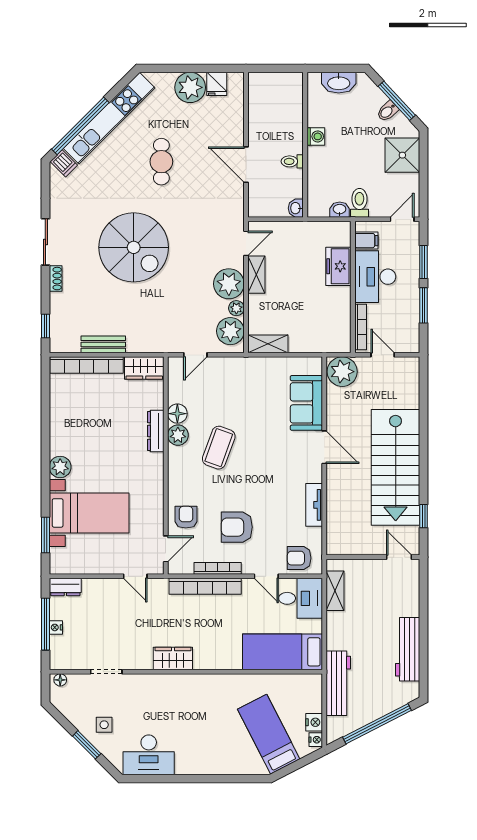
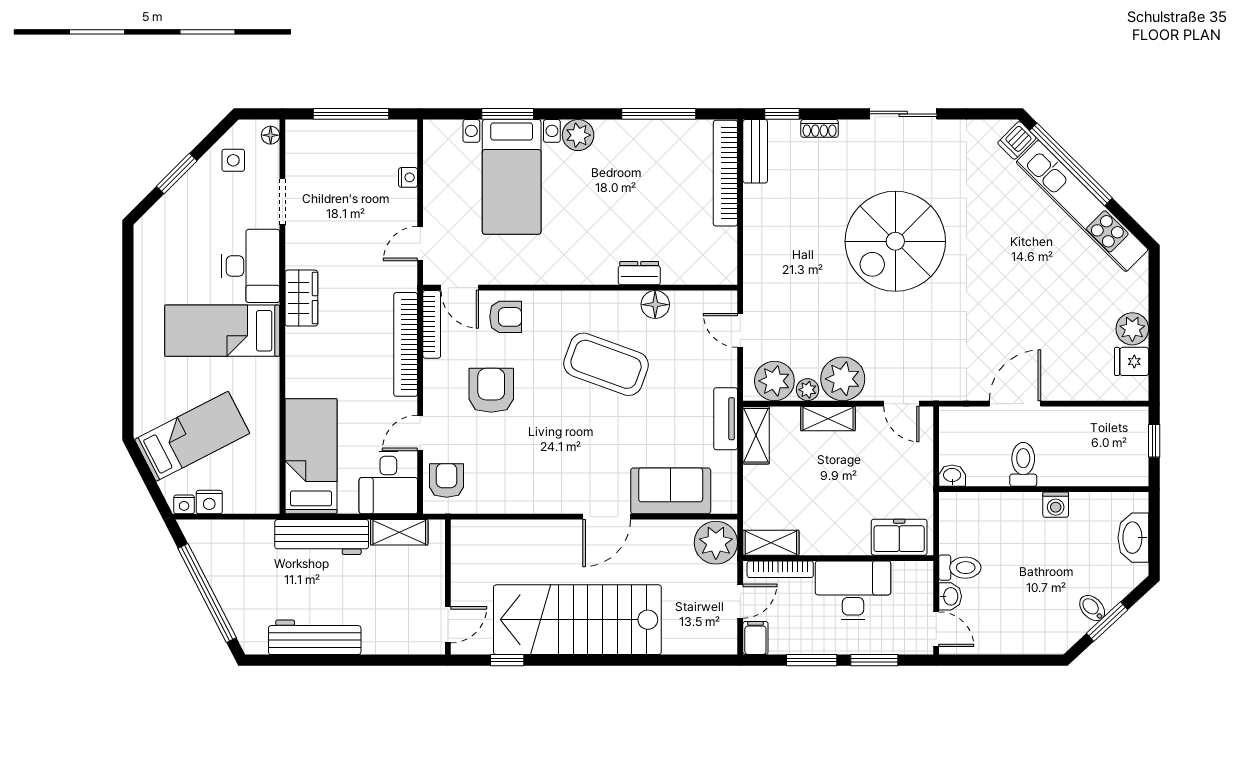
window: (272, 68) -> (1154, 441), added
plant: (190, 87) -> (1132, 329), width x0.73, depth x0.73
window: (397, 101) -> (1107, 622), width x0.69
shower: (402, 155) -> (1029, 630), removed
toilet: (292, 161) -> (1023, 464), width x1.37, depth x1.39
cafe table: (161, 162) -> (1019, 281), removed
washbasin: (340, 210) -> (950, 596), moved
filing cabinet: (366, 241) -> (755, 638), moved, turned 180
freezer: (338, 266) -> (899, 537), moved
shelving: (256, 275) -> (828, 419), moved
shoe rack: (56, 279) -> (820, 128), moved
shelving: (342, 333) -> (771, 543), added
bench: (103, 344) -> (755, 151), moved
wardrobe: (144, 368) -> (721, 257), removed
window: (45, 411) -> (659, 114), added
dresser: (156, 431) -> (639, 273), width x0.70
plant: (178, 435) -> (624, 305), removed
coffee table: (219, 448) -> (606, 364), width x1.36, depth x1.32
tv unit: (314, 505) -> (726, 419), moved, turned -90
window: (45, 535) -> (508, 114), moved
bookcase: (218, 568) -> (432, 324), moved
dresser: (65, 587) -> (405, 143), removed
nightstand: (56, 627) -> (408, 177), moved, turned 90
workbench: (338, 683) -> (322, 537), moved
bed: (196, 713) -> (222, 331), added
side table: (104, 725) -> (233, 160), moved
desk: (149, 755) -> (251, 266), moved, turned 180

